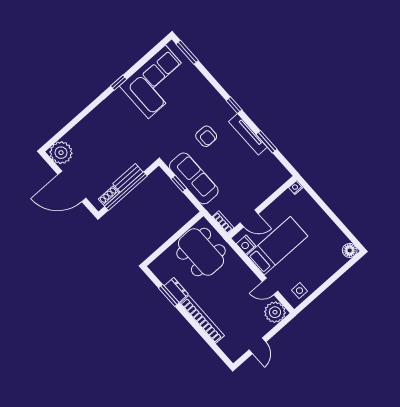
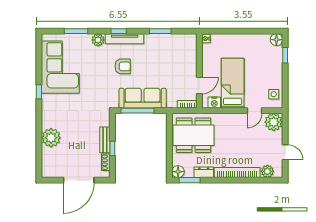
window: (187, 52) -> (76, 31), moved
plant: (210, 94) -> (98, 40), added
tv unit: (248, 134) -> (125, 39), moved
plant: (61, 153) -> (51, 138), moved
window: (179, 184) -> (137, 111), width x2.17
window: (126, 191) -> (112, 149), width x0.32
floor lamp: (157, 267) -> (178, 172), added
window: (343, 270) -> (285, 55), added
window: (169, 295) -> (190, 180), moved
plant: (227, 345) -> (267, 171), added

